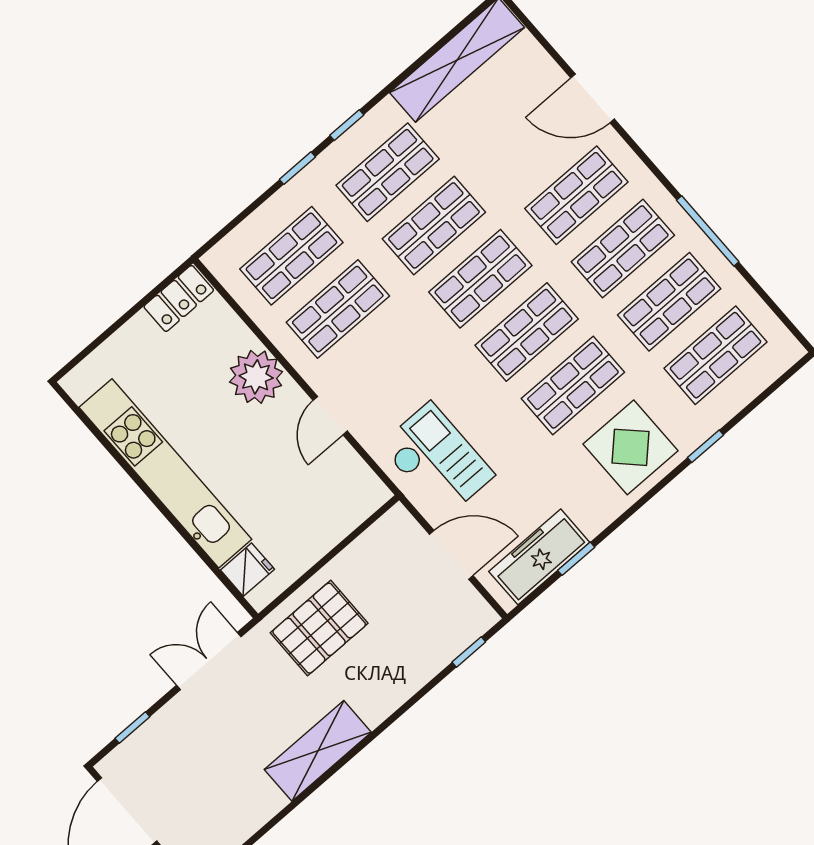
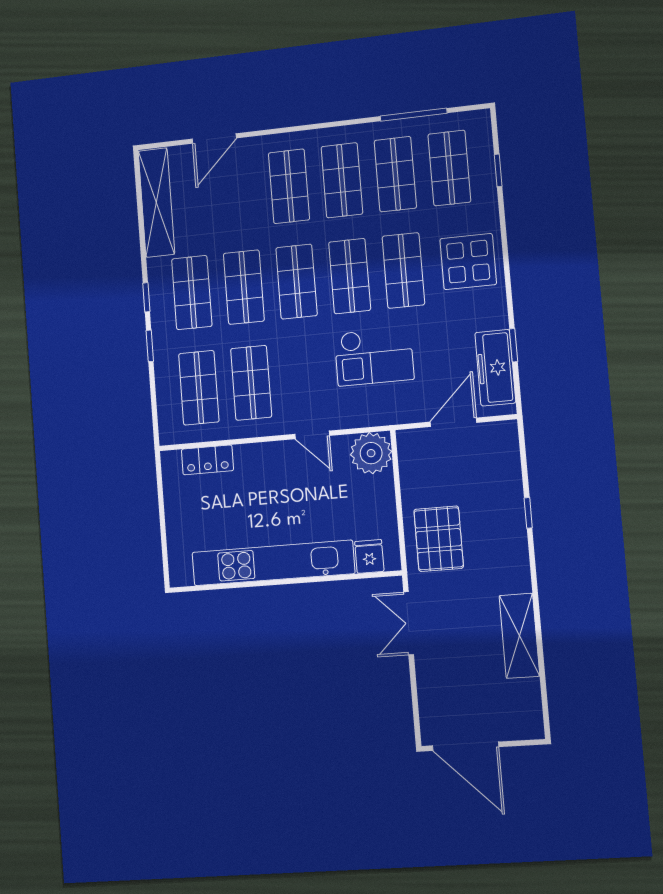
door: (593, 98) -> (214, 138), moved
window: (708, 231) -> (414, 115), moved
locker: (179, 298) -> (207, 460), moved, turned 90
plant: (256, 377) -> (371, 453), moved
window: (706, 446) -> (498, 170), moved
checkout: (437, 460) -> (374, 356), moved, turned 180
window: (469, 652) -> (528, 513), moved
window: (132, 727) -> (415, 702), removed
shelving: (318, 751) -> (519, 636), moved

